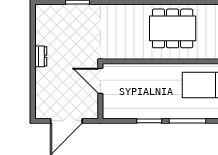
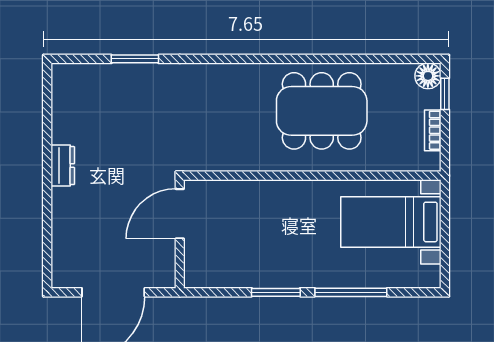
door: (100, 81) -> (180, 214), hinge flipped

